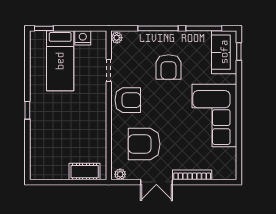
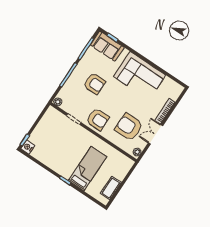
nightstand: (83, 38) -> (28, 147), moved
bed: (60, 61) -> (88, 169), moved, turned -90
armchair: (128, 100) -> (98, 119), turned 90
armchair: (144, 144) -> (129, 127), turned 90
cot: (85, 172) -> (111, 188), moved
double door: (156, 182) -> (155, 134), swing flipped

